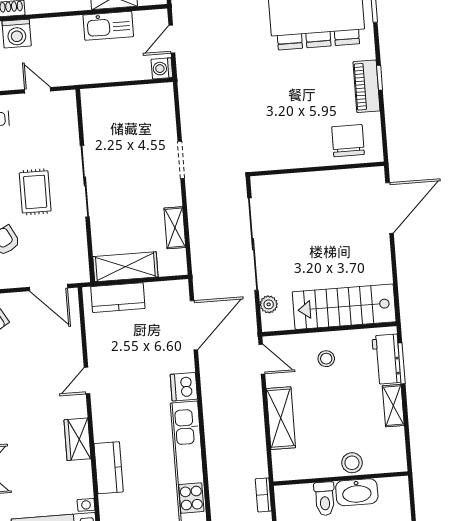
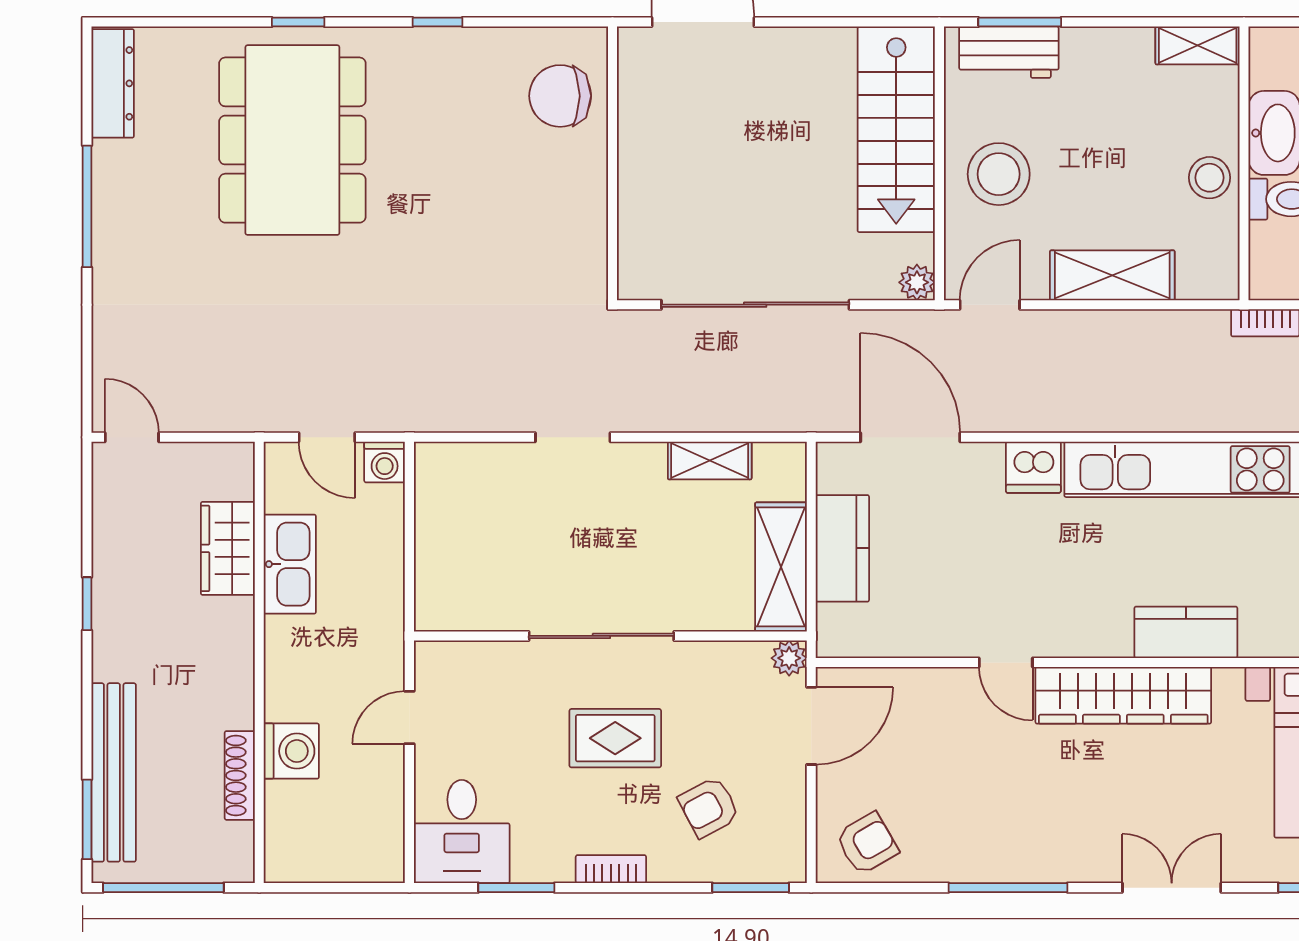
piano: (367, 86) -> (453, 50), removed
plant: (81, 274) -> (789, 658), added
kitchen counter: (118, 298) -> (842, 548), moved
plant: (269, 304) -> (917, 282), moved
stool: (326, 359) -> (999, 174), width x1.89, depth x1.89
shelving: (393, 406) -> (1198, 45), moved
wardrobe: (77, 439) -> (1123, 695), width x2.10, depth x1.17
stool: (352, 463) -> (1209, 178), moved

